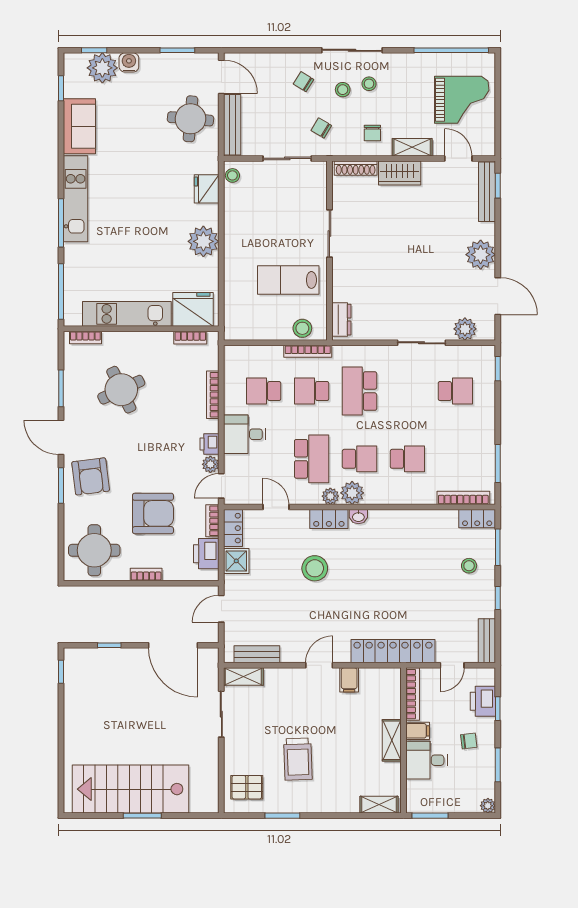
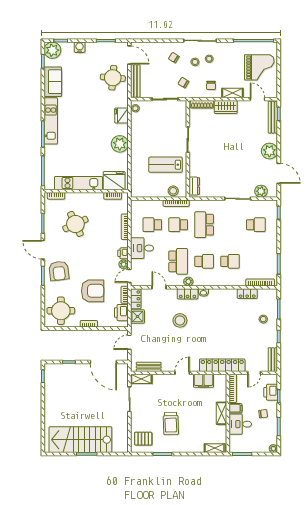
plant: (102, 68) -> (52, 50), moved
plant: (352, 493) -> (200, 280), removed
locker: (477, 519) -> (247, 294), moved
filing cabinet: (349, 680) -> (203, 381), width x2.00

